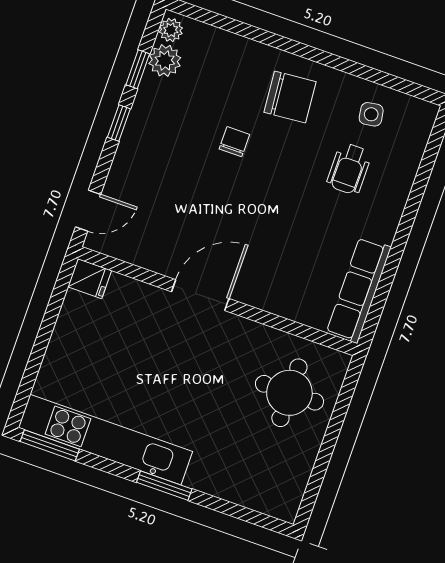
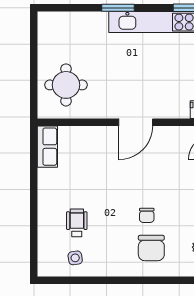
chair: (290, 97) -> (151, 248), moved, turned -85
row of seats: (359, 290) -> (47, 147), width x0.68

